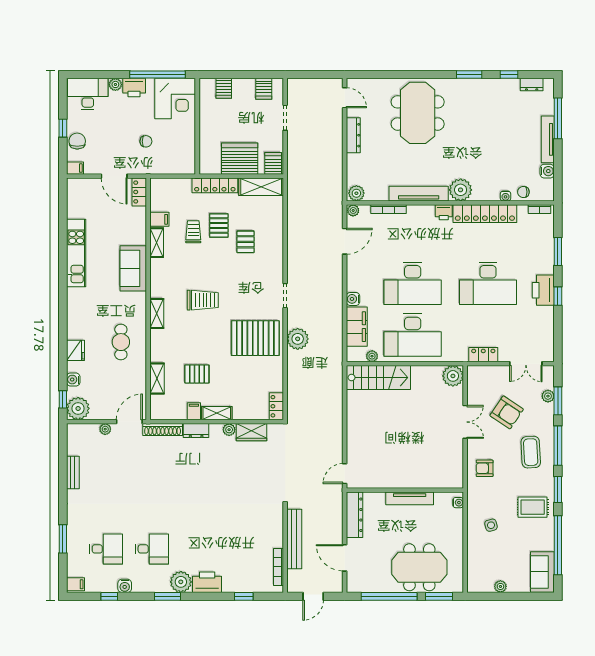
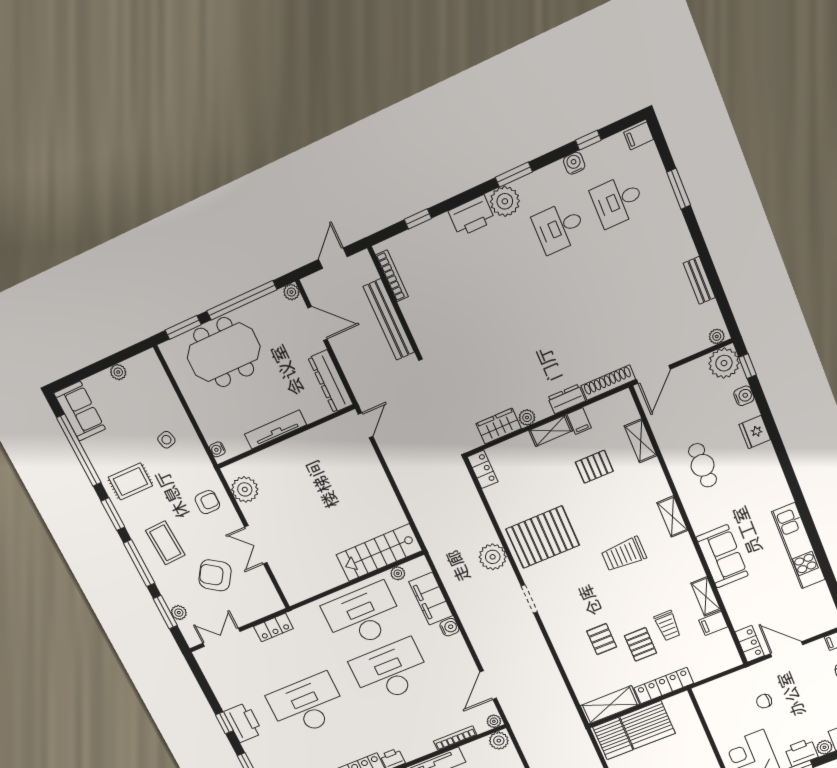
server rack: (273, 163) -> (613, 739), width x1.36, depth x1.44
plant: (453, 376) -> (245, 489), moved
plant: (105, 429) -> (717, 336), moved
plant: (352, 587) -> (291, 292), added

